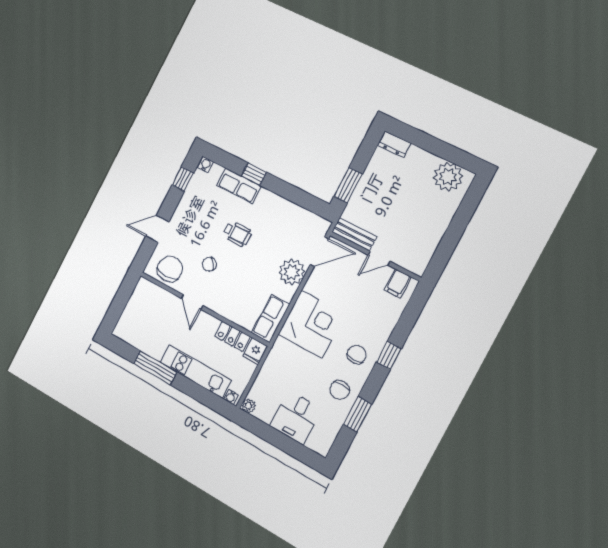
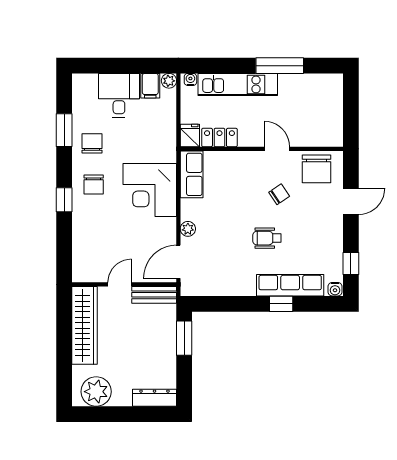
dresser: (394, 144) -> (154, 398), width x1.44
row of seats: (239, 186) -> (290, 285), width x1.48
wardrobe: (428, 239) -> (84, 325), added
plant: (292, 272) -> (188, 229), width x0.53, depth x0.53
filing cabinet: (398, 283) -> (150, 86), moved, turned 180

